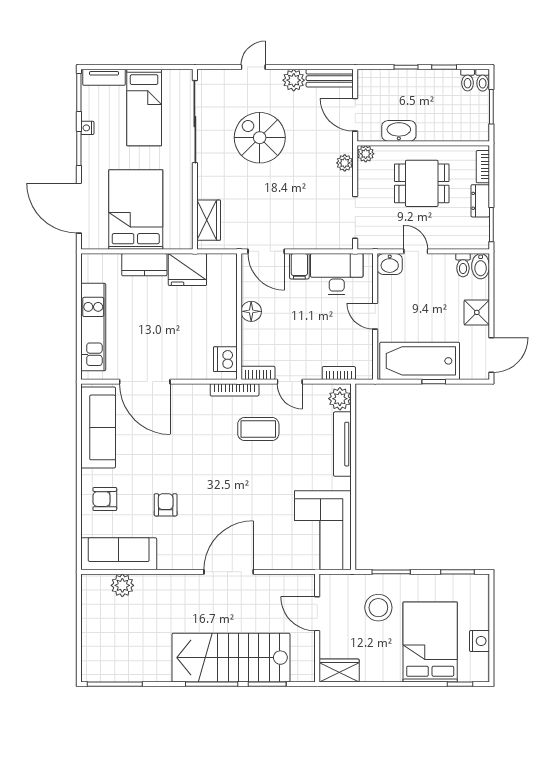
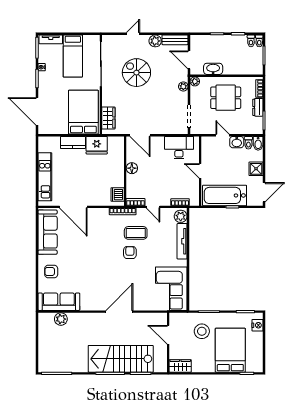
bed: (136, 210) -> (83, 112), moved
washbasin: (390, 264) -> (237, 142), moved
filing cabinet: (299, 266) -> (158, 143), removed
armchair: (166, 505) -> (130, 253), moved
nightstand: (480, 641) -> (258, 325), moved

